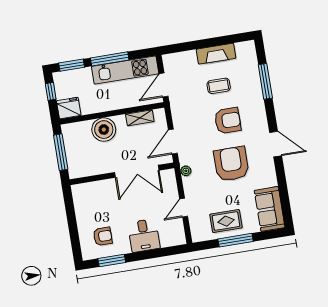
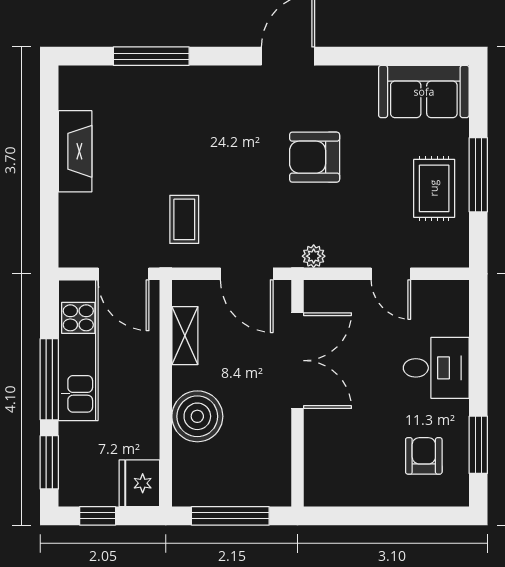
coffee table: (219, 86) -> (184, 219), moved
armchair: (228, 121) -> (221, 150), removed
armchair: (231, 164) -> (315, 157), width x0.73, depth x0.73

